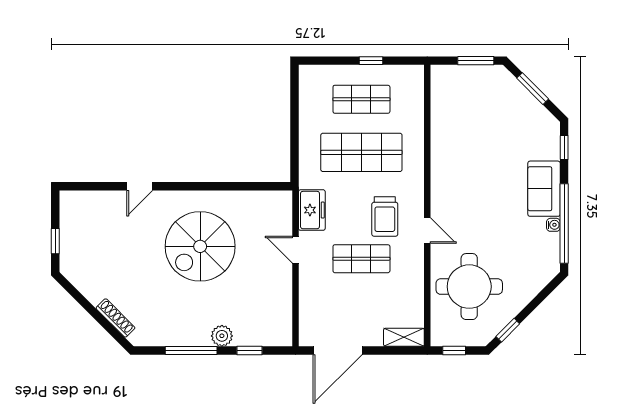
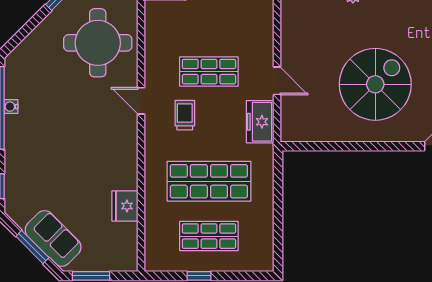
fridge: (443, 128) -> (125, 206), added
sofa: (544, 189) -> (53, 238), moved, turned -45
trolley: (385, 216) -> (185, 115), width x0.73, depth x0.72

